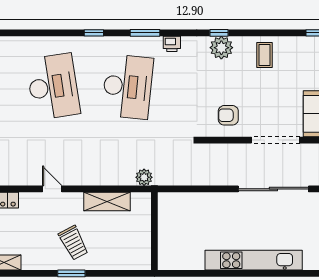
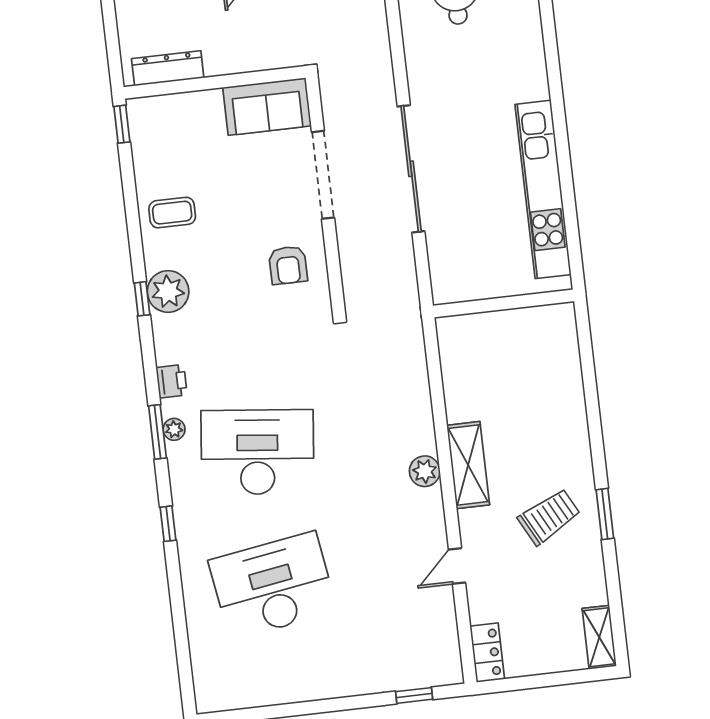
plant: (145, 42) -> (174, 429), added
plant: (144, 177) -> (425, 471), moved
wall: (154, 231) -> (504, 303), moved

